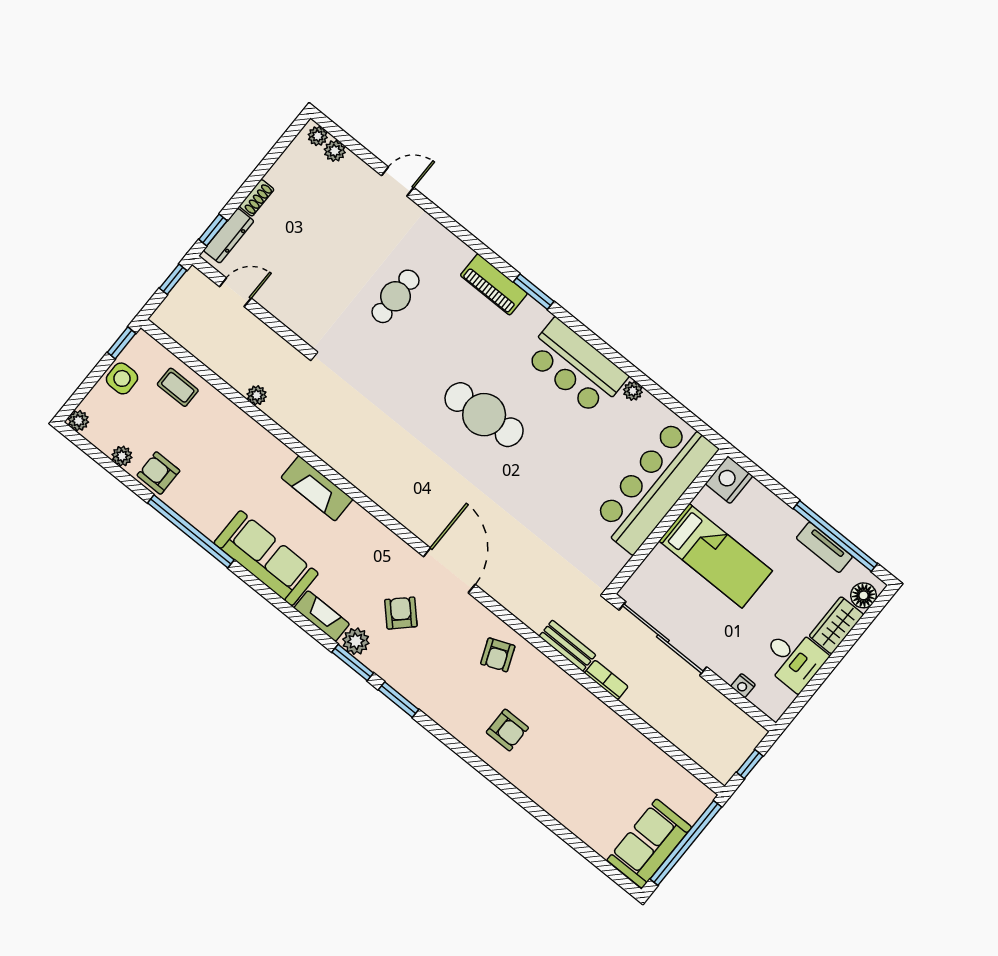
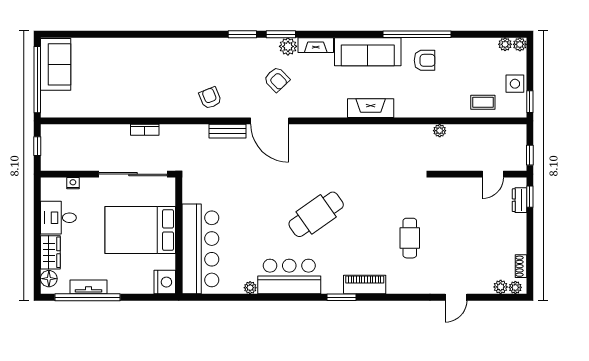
shoe rack: (257, 198) -> (521, 266), moved
dresser: (229, 236) -> (519, 200), width x0.70
cafe table: (484, 415) -> (316, 214), turned -31
plant: (122, 456) -> (505, 44), moved
armchair: (158, 473) -> (425, 60), moved
bed: (716, 556) -> (140, 230), width x1.50
bench: (567, 646) -> (228, 131), moved
armchair: (507, 730) -> (174, 64), removed

